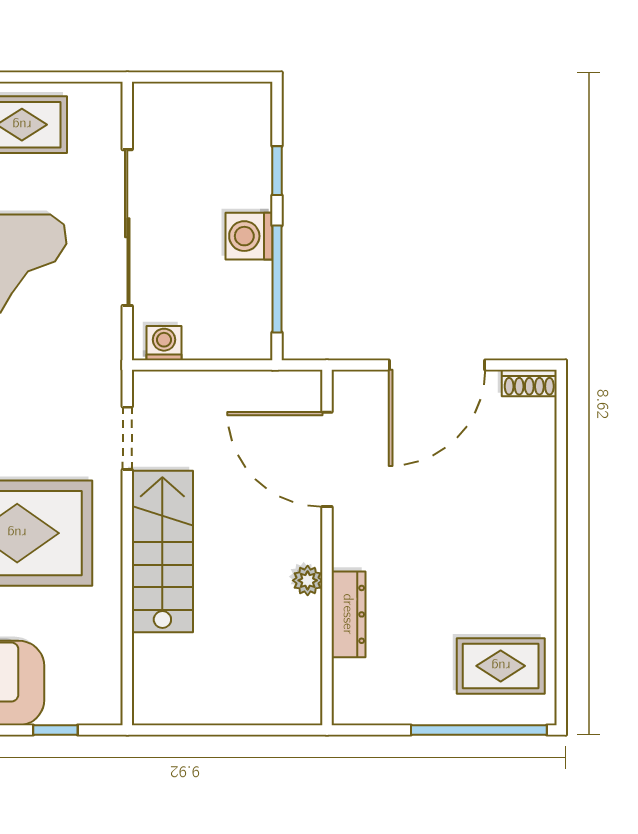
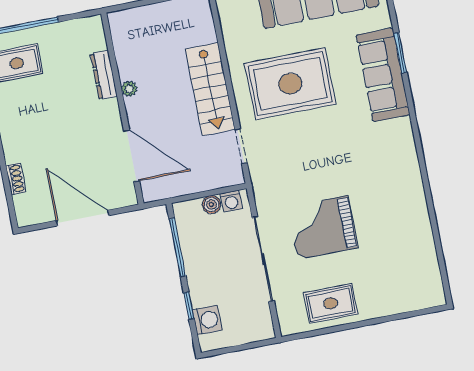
washing machine: (249, 236) -> (207, 320), moved
boiler: (201, 344) -> (211, 205), added
door: (437, 365) -> (83, 218), hinge flipped
shoe rack: (529, 383) -> (16, 179), moved, turned 90

